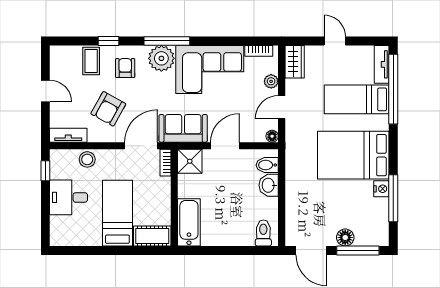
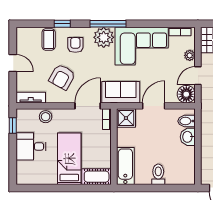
floor lamp: (272, 136) -> (186, 94), width x1.89, depth x1.89
toilet: (263, 233) -> (158, 174), moved

